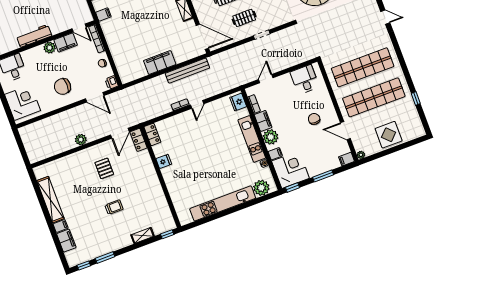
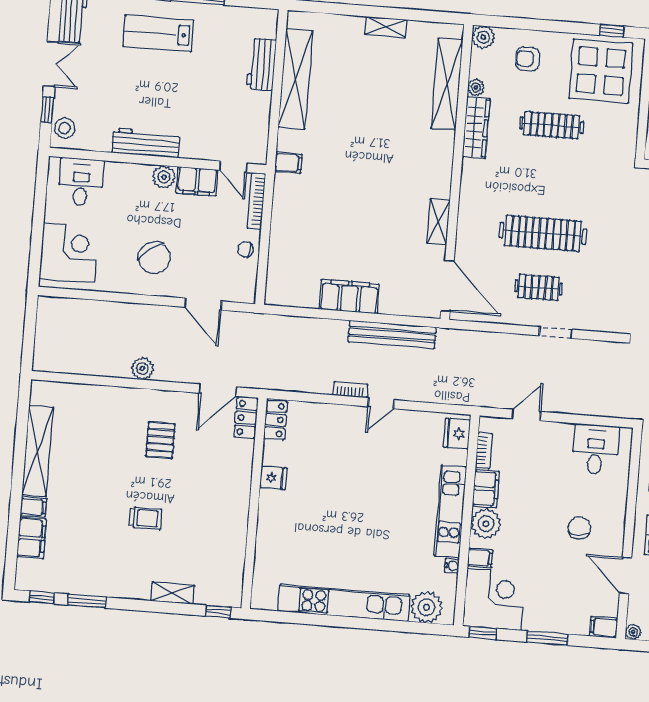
printer: (112, 83) -> (246, 292), removed
chair: (62, 86) -> (154, 258), turned -125

